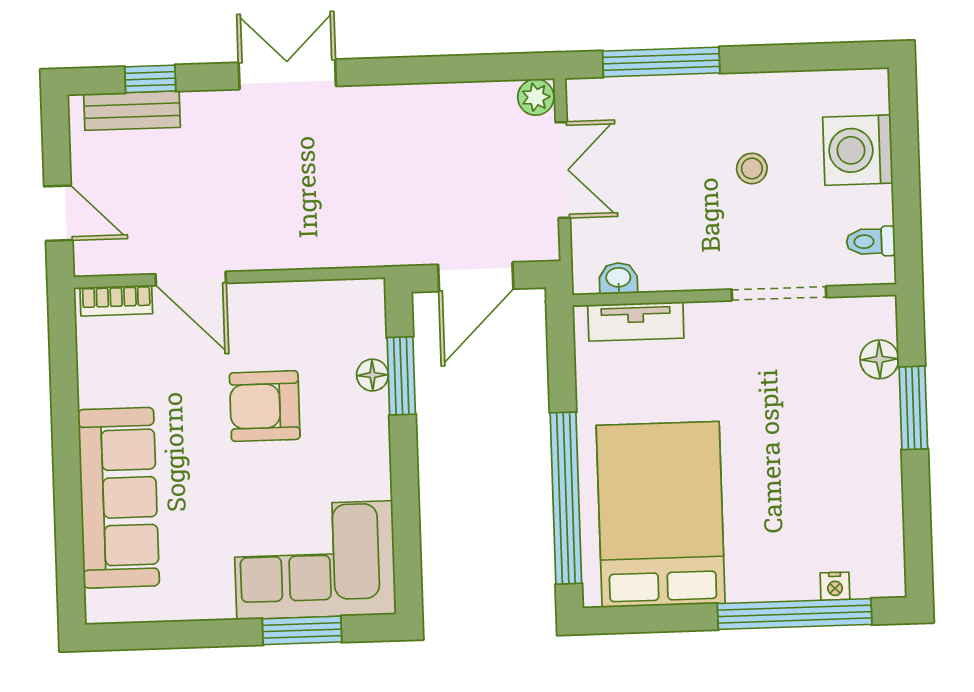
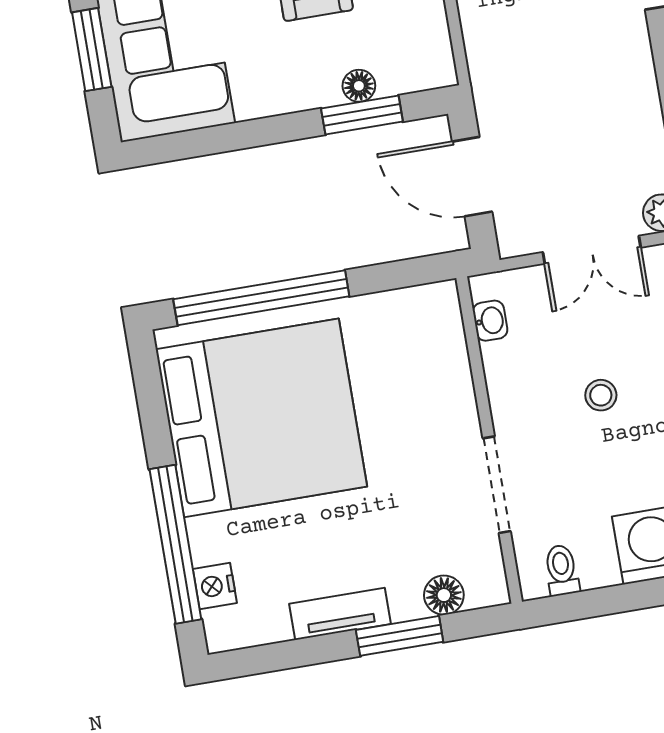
stool: (752, 168) -> (601, 395), moved
tv unit: (636, 321) -> (340, 614), moved, turned 90
bed: (661, 514) -> (261, 418), width x1.36
nightstand: (835, 586) -> (215, 586), width x1.39, depth x1.35

